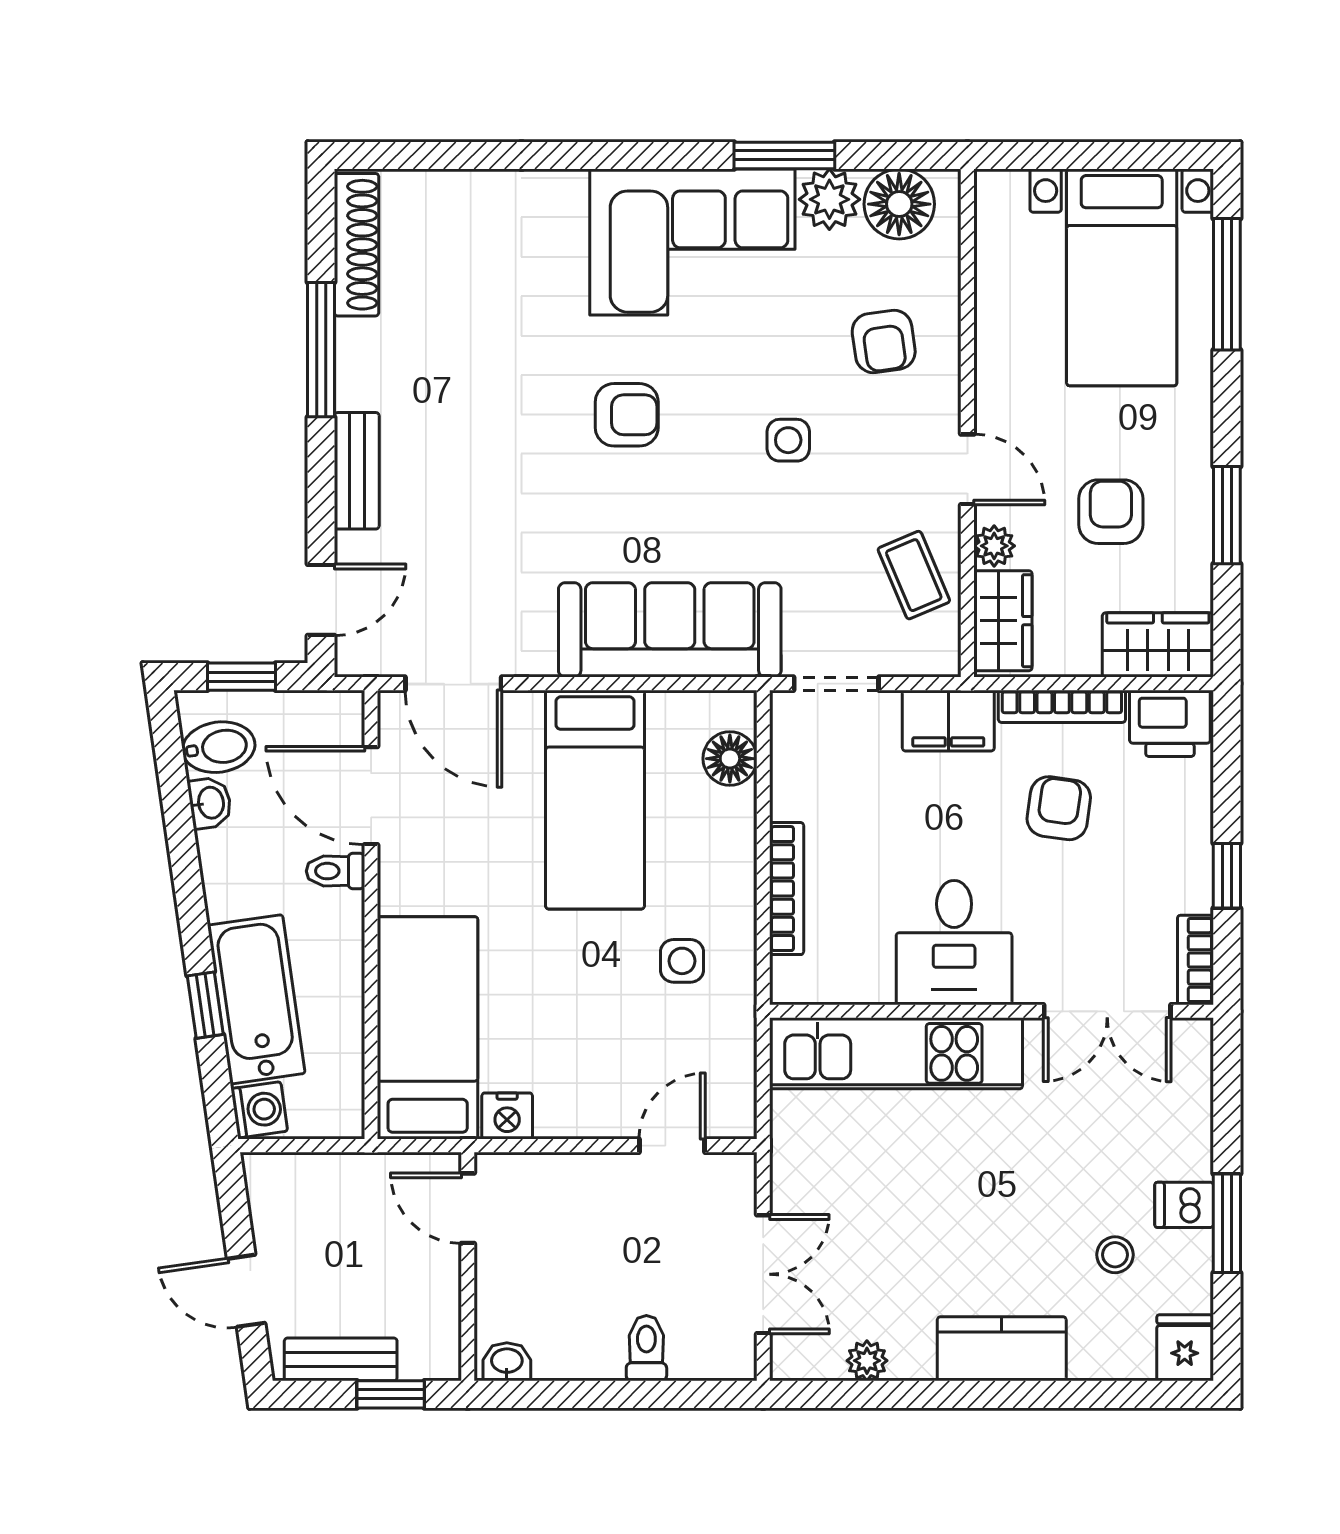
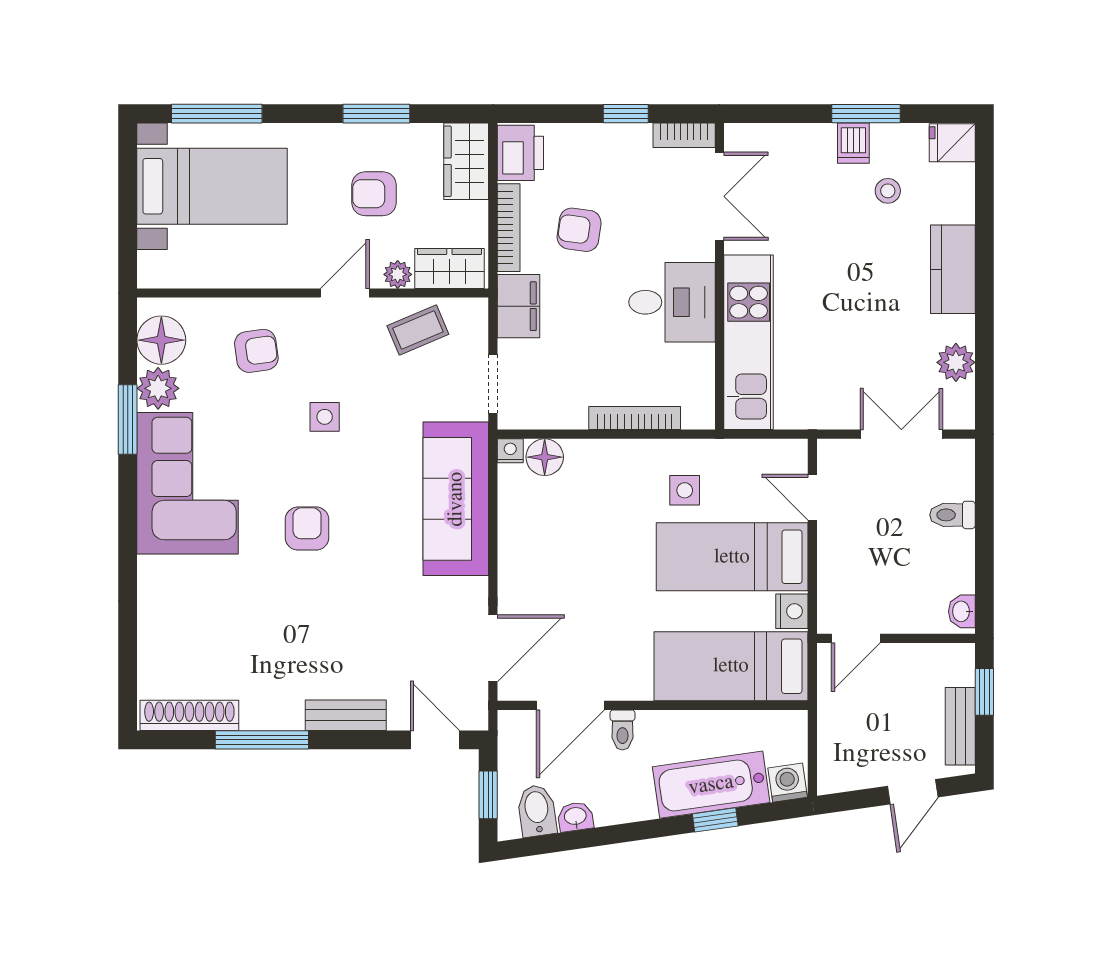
nightstand: (739, 709) -> (510, 451), added
bed: (595, 800) -> (732, 557), moved, turned 180
plant: (867, 1361) -> (956, 362), width x1.38, depth x1.38

